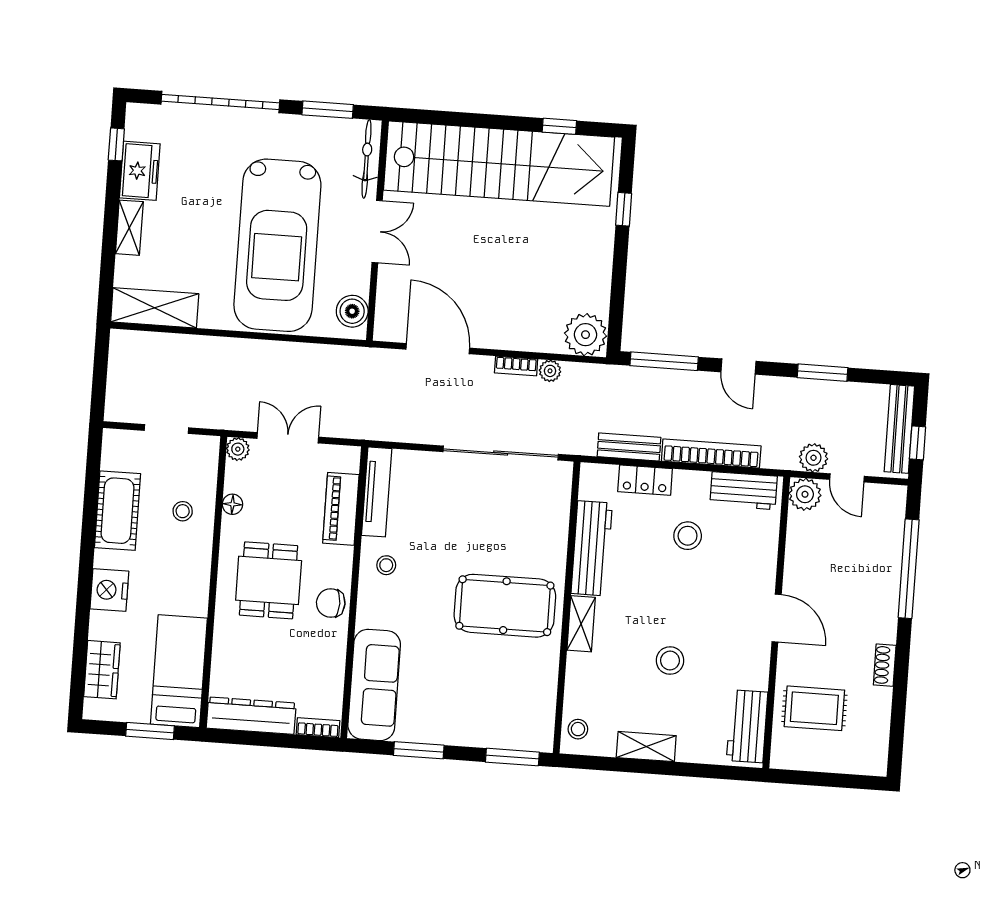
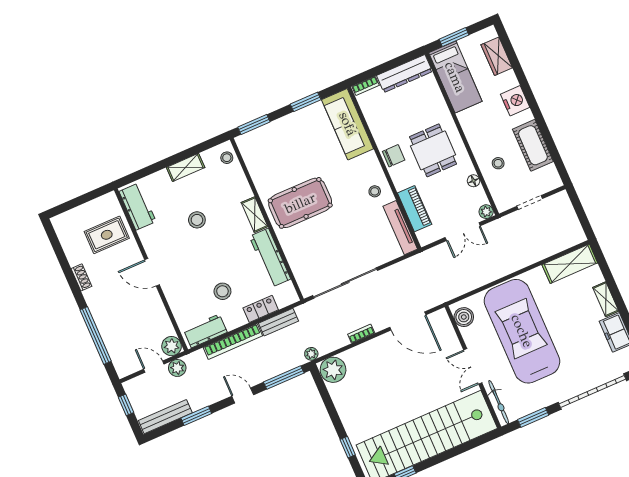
plant: (550, 371) -> (311, 354), moved
bench: (899, 429) -> (165, 417), moved, turned 90

